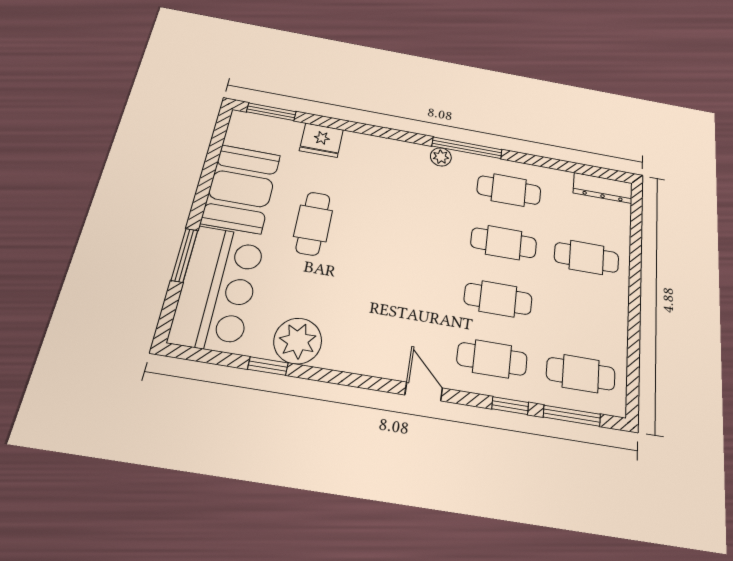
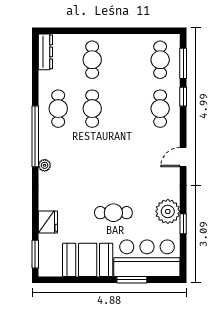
window: (467, 148) -> (35, 136), width x1.46
plant: (441, 157) -> (45, 165), moved
cafe table: (313, 223) -> (113, 213), moved
cafe table: (498, 299) -> (126, 109), removed
door: (424, 391) -> (183, 157), moved

